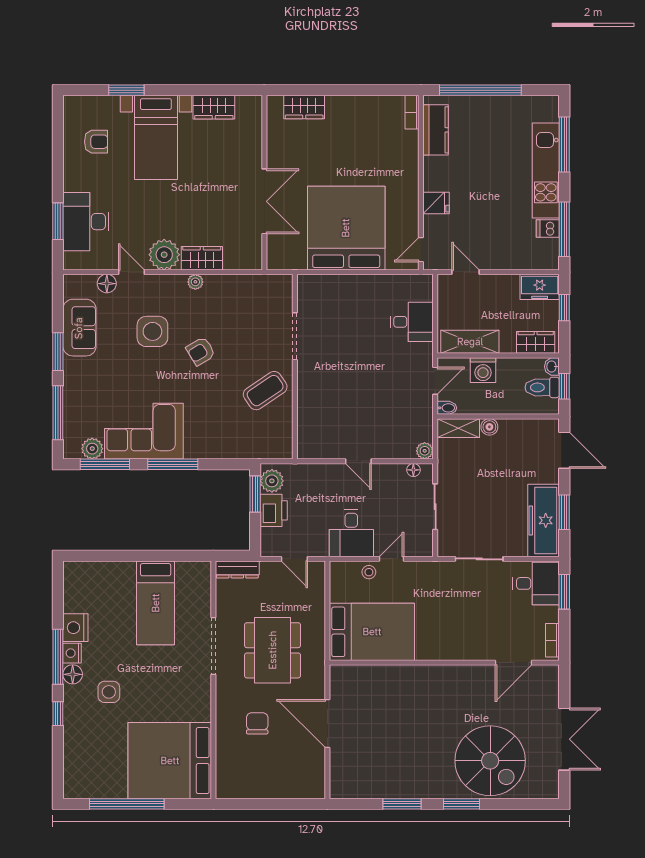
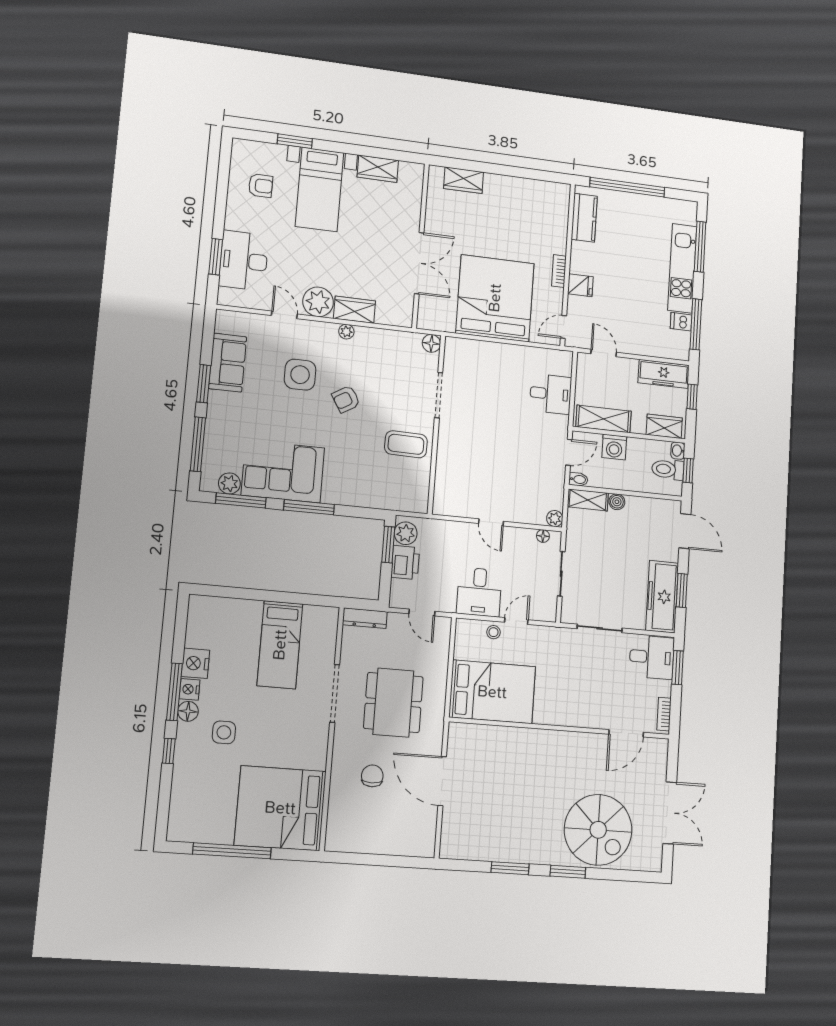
bookcase: (412, 112) -> (559, 271), moved
floor lamp: (107, 284) -> (431, 343), moved
freezer: (540, 287) -> (664, 374), width x1.40
coffee table: (265, 391) -> (406, 444), turned 35

